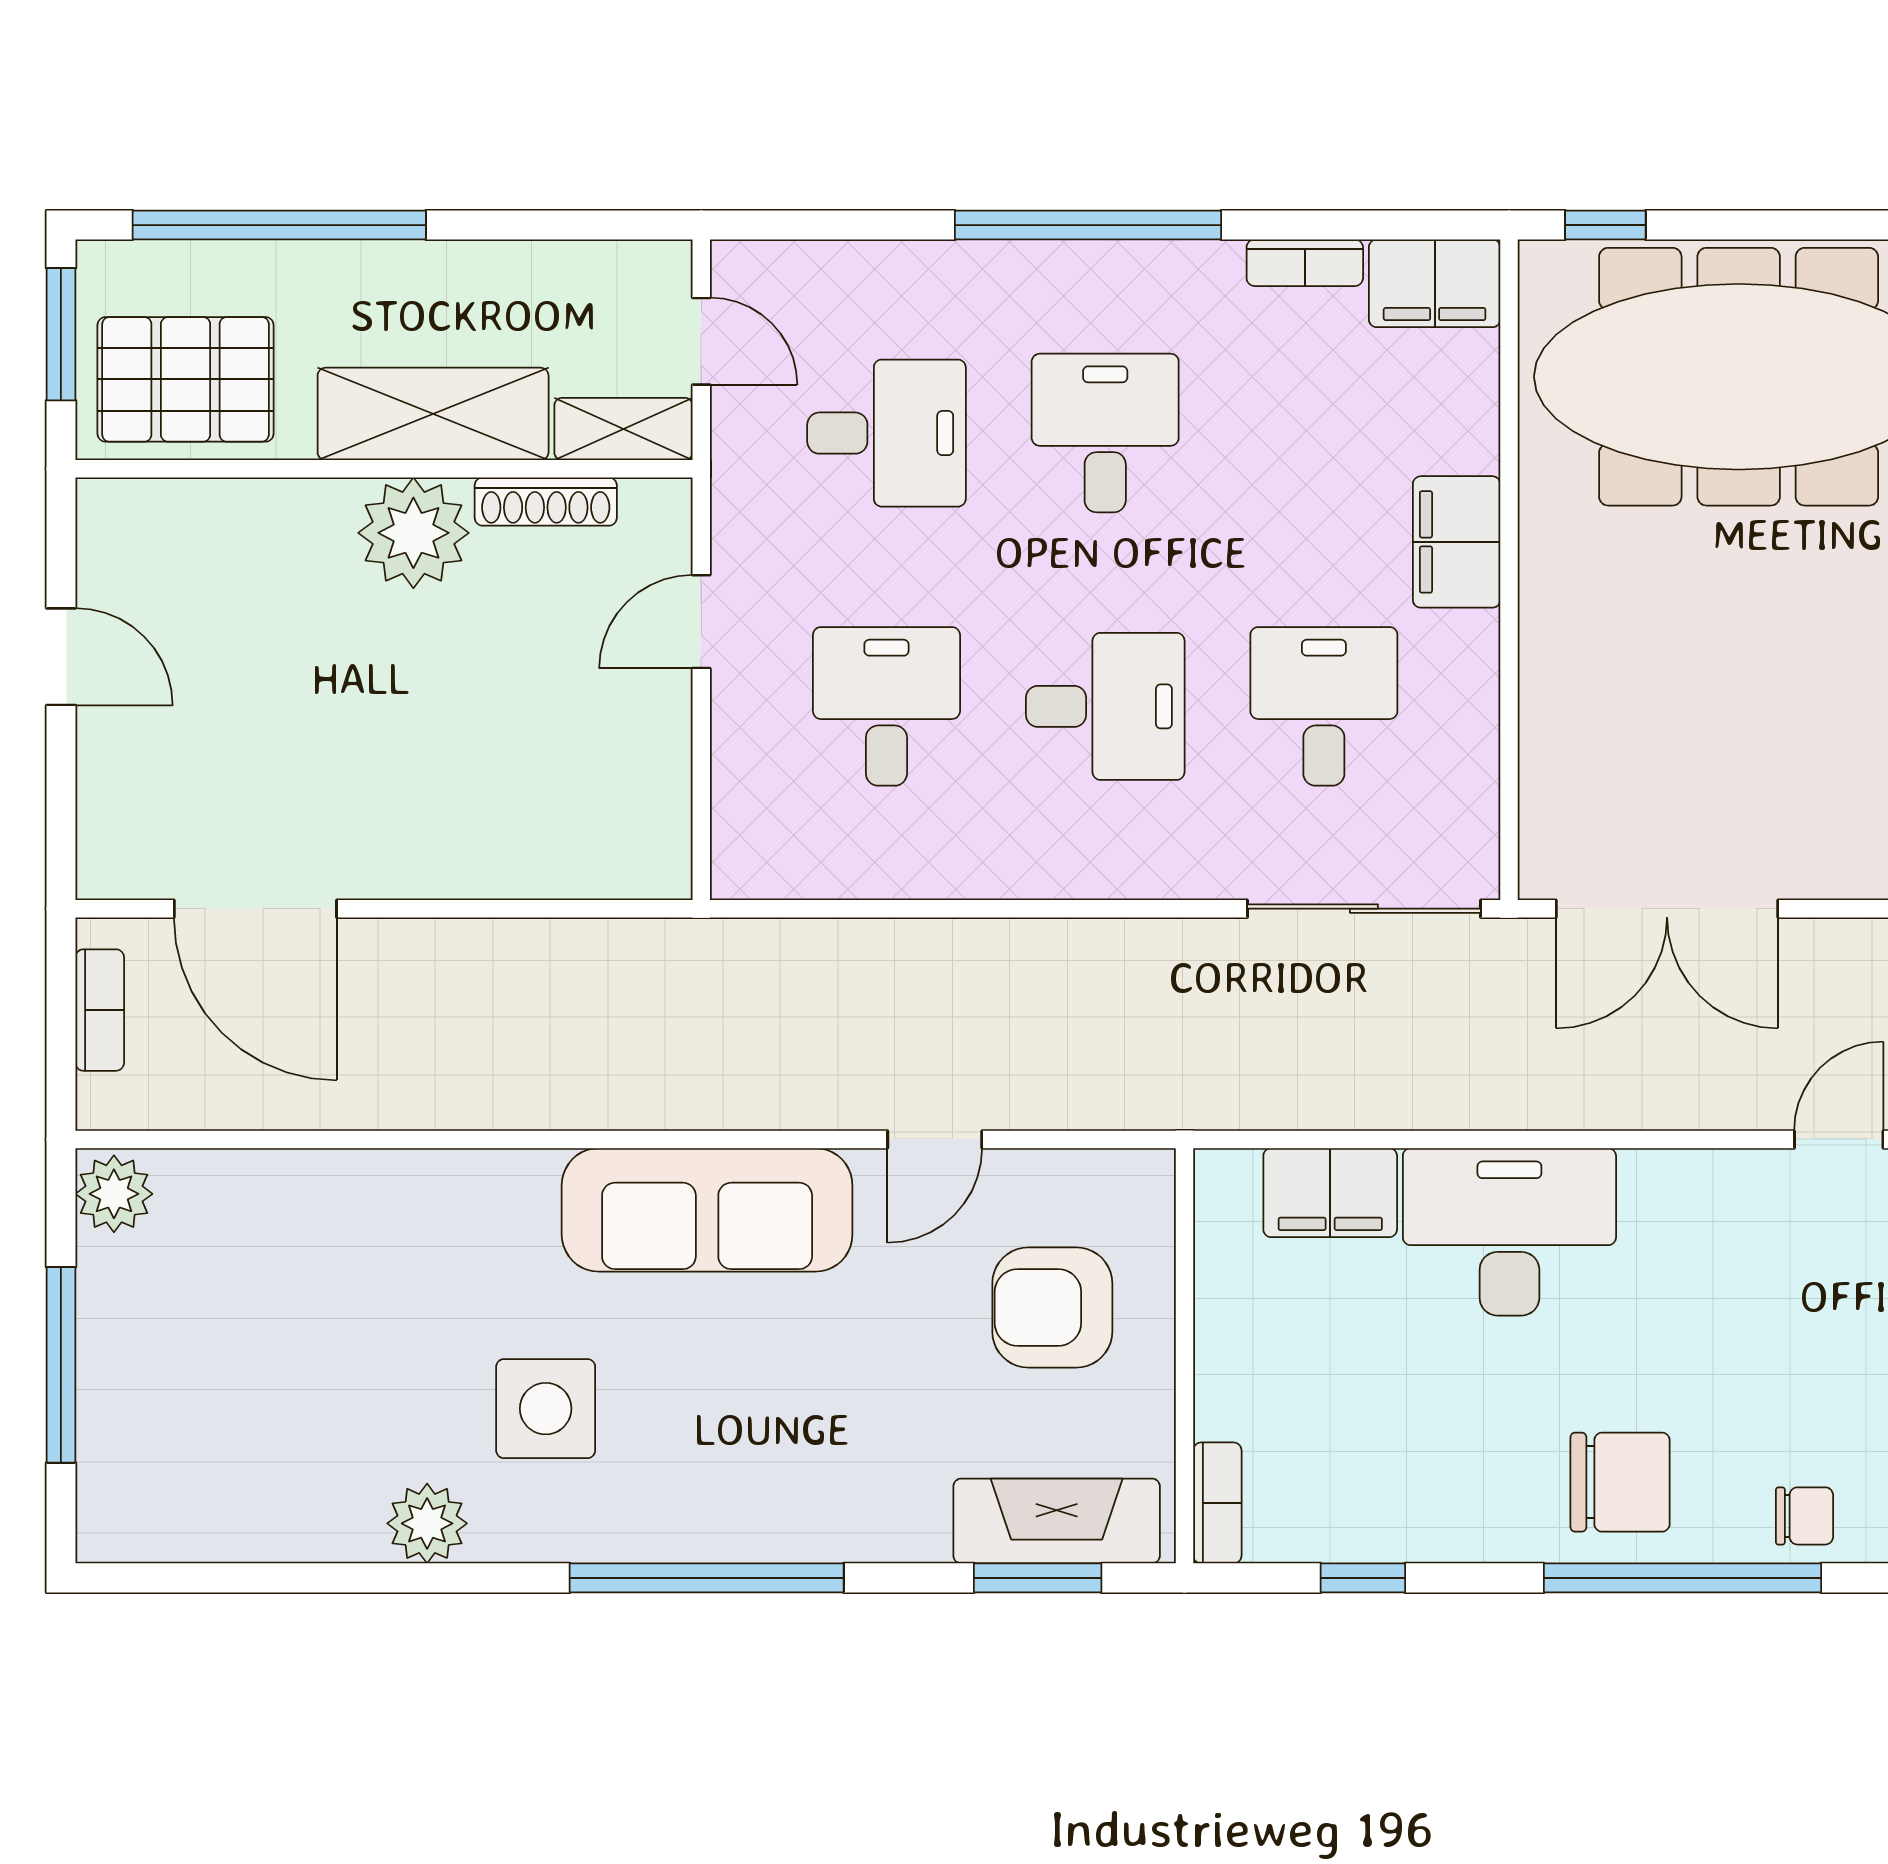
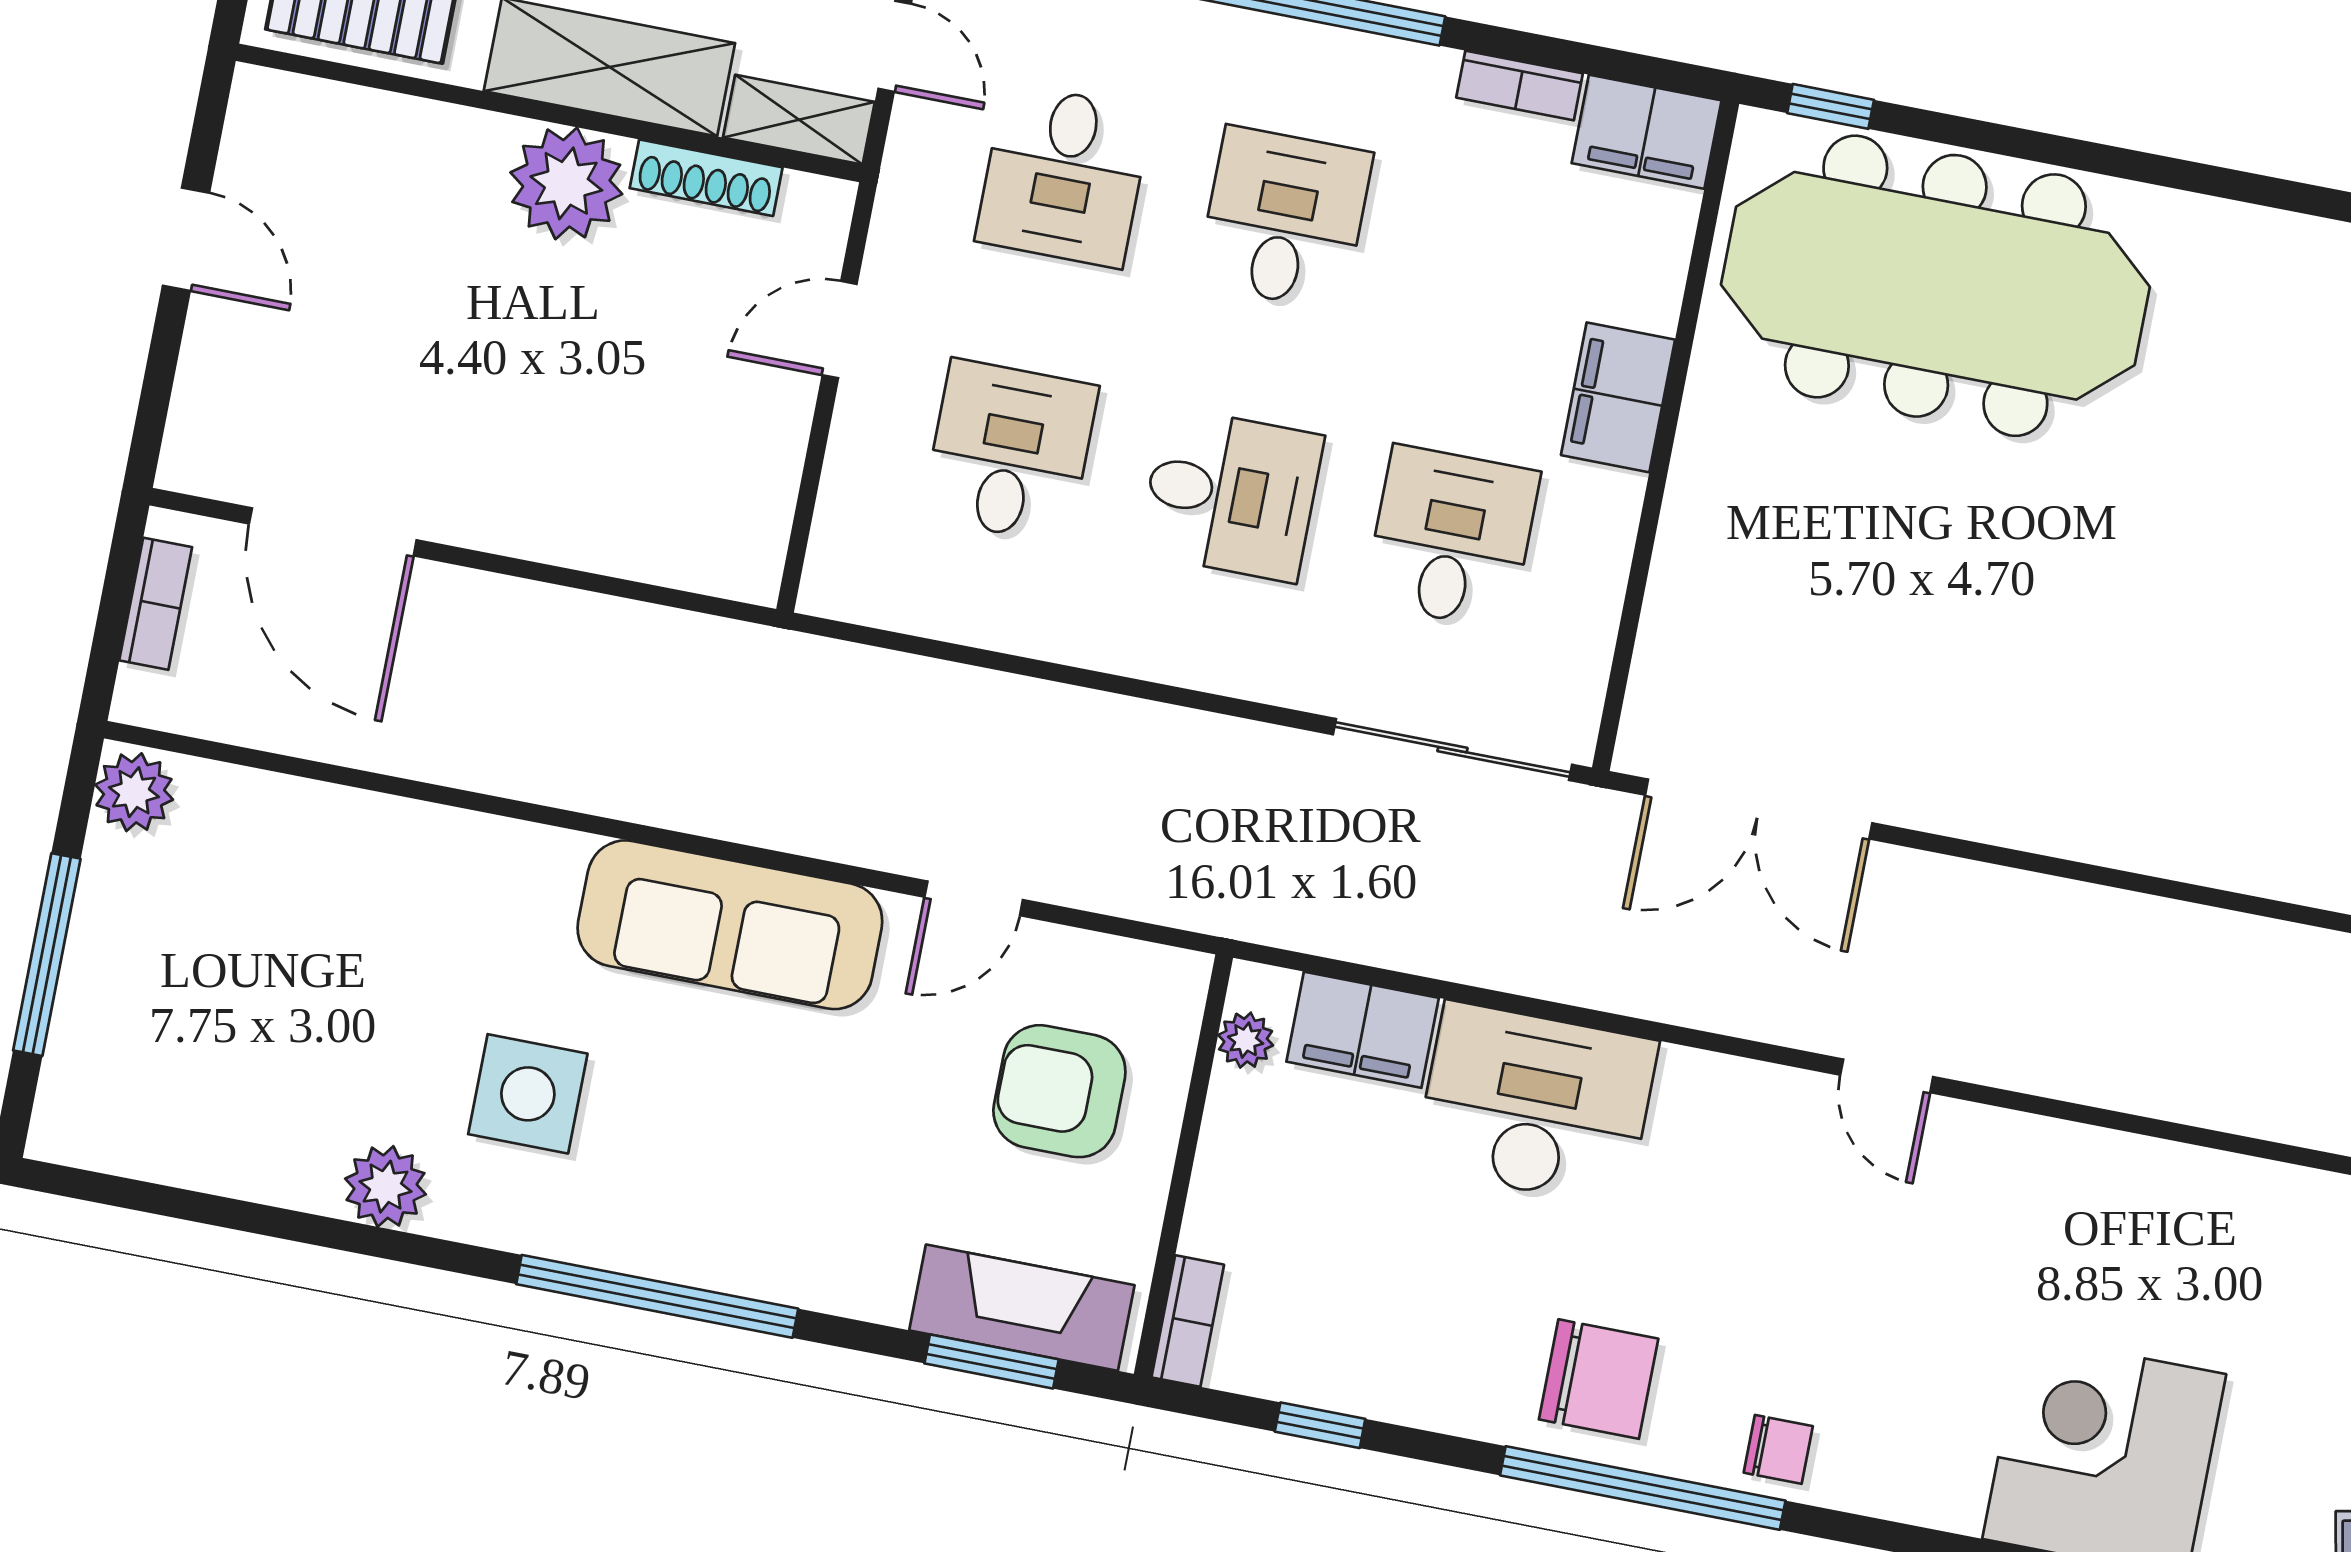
desk: (886, 433) -> (1064, 175), turned 90
door: (1839, 1139) -> (1887, 1076), swing flipped
plant: (1220, 1224) -> (1246, 1040), added

